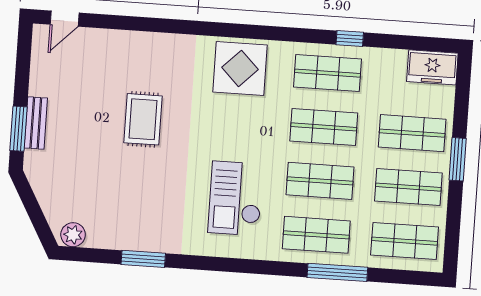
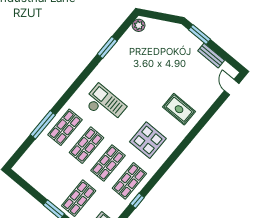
display table: (240, 68) -> (148, 140), moved
rug: (143, 119) -> (179, 109), moved
bench: (36, 123) -> (211, 56), moved
shop shelf: (408, 187) -> (57, 180), removed
shop shelf: (405, 241) -> (36, 162), removed

